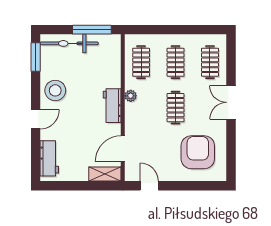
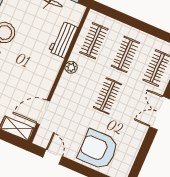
workbench: (112, 106) -> (63, 40), moved
armchair: (198, 152) -> (98, 149), moved, turned -90

